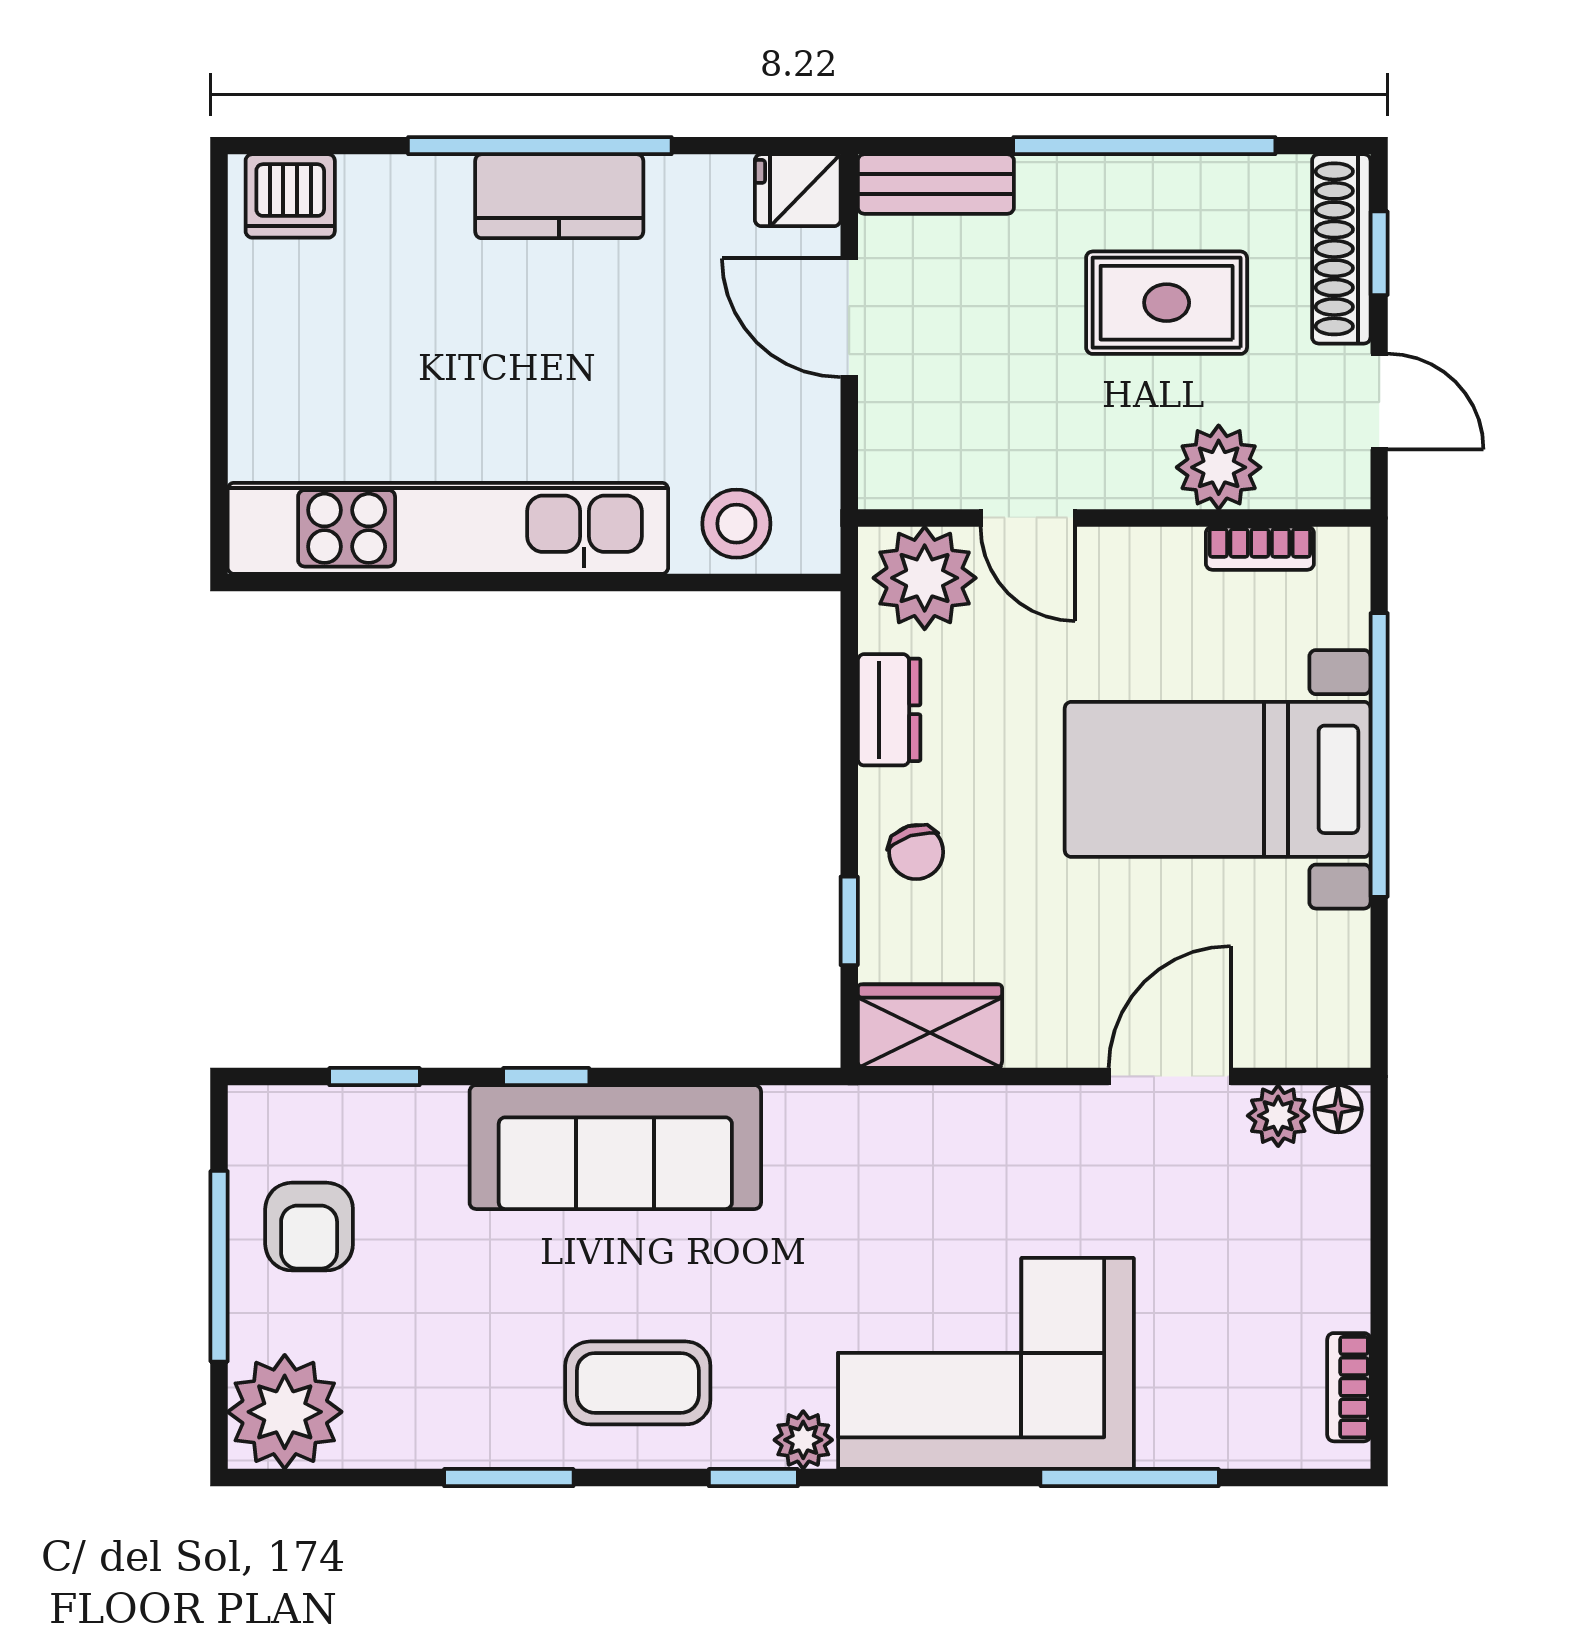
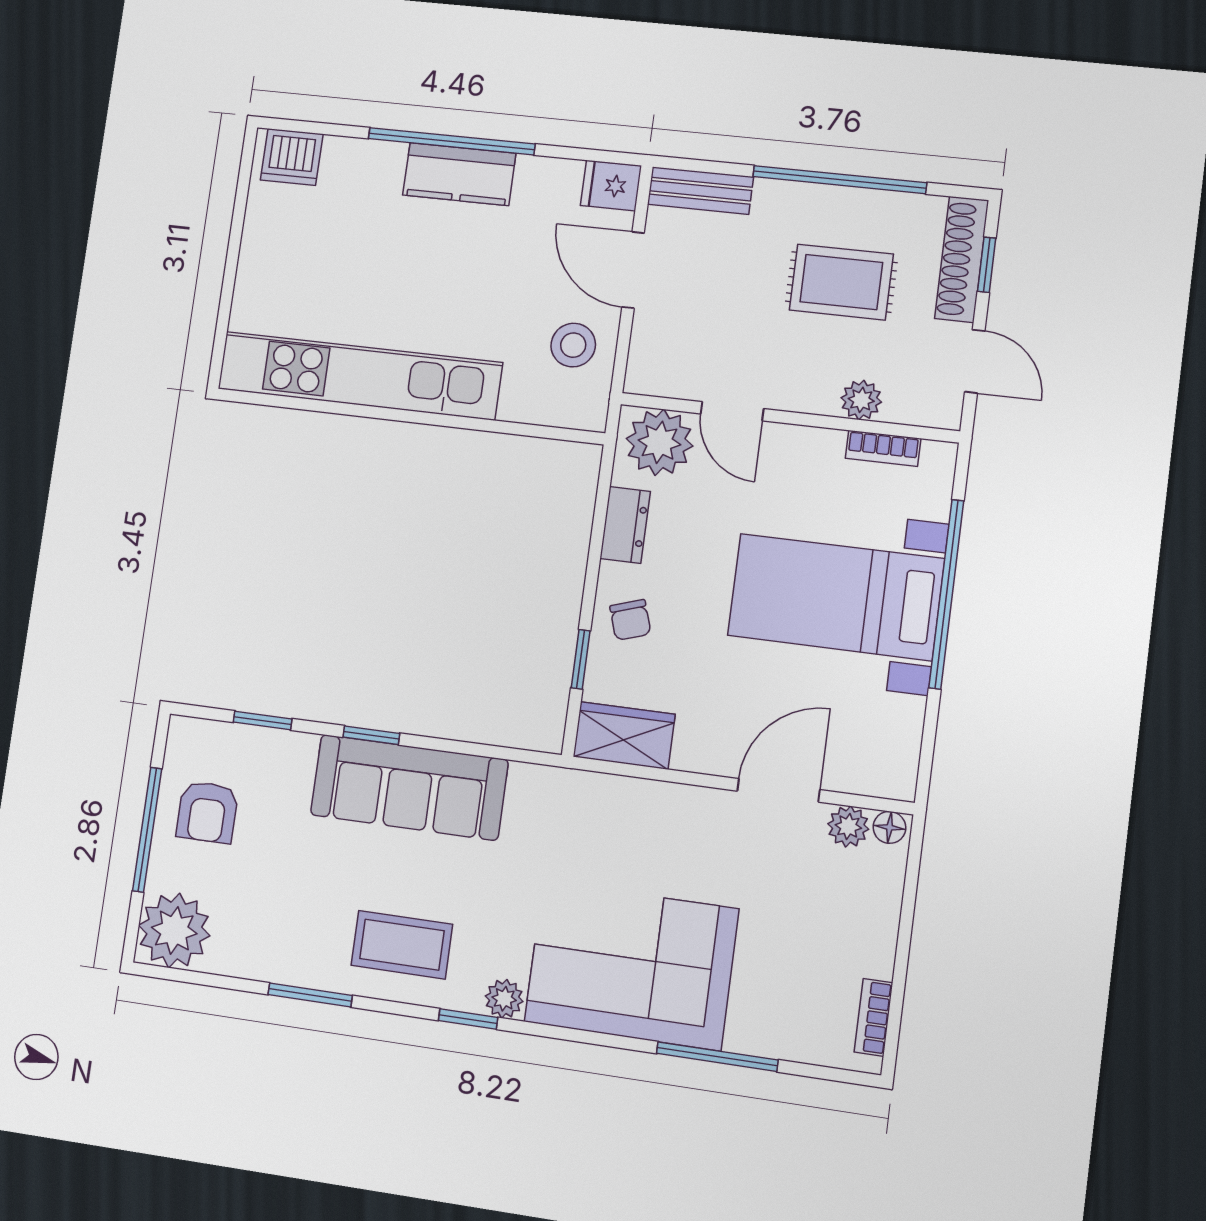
plant: (1219, 467) -> (861, 400), width x0.73, depth x0.73
stool: (736, 524) -> (573, 345), moved

